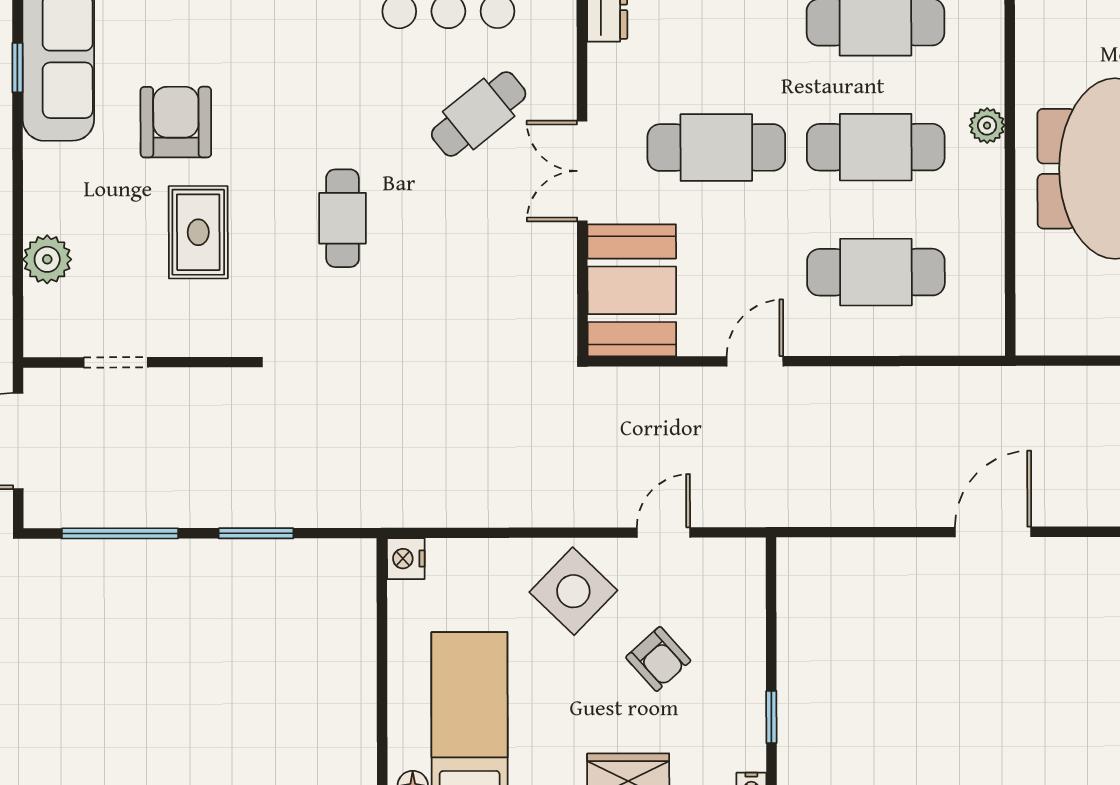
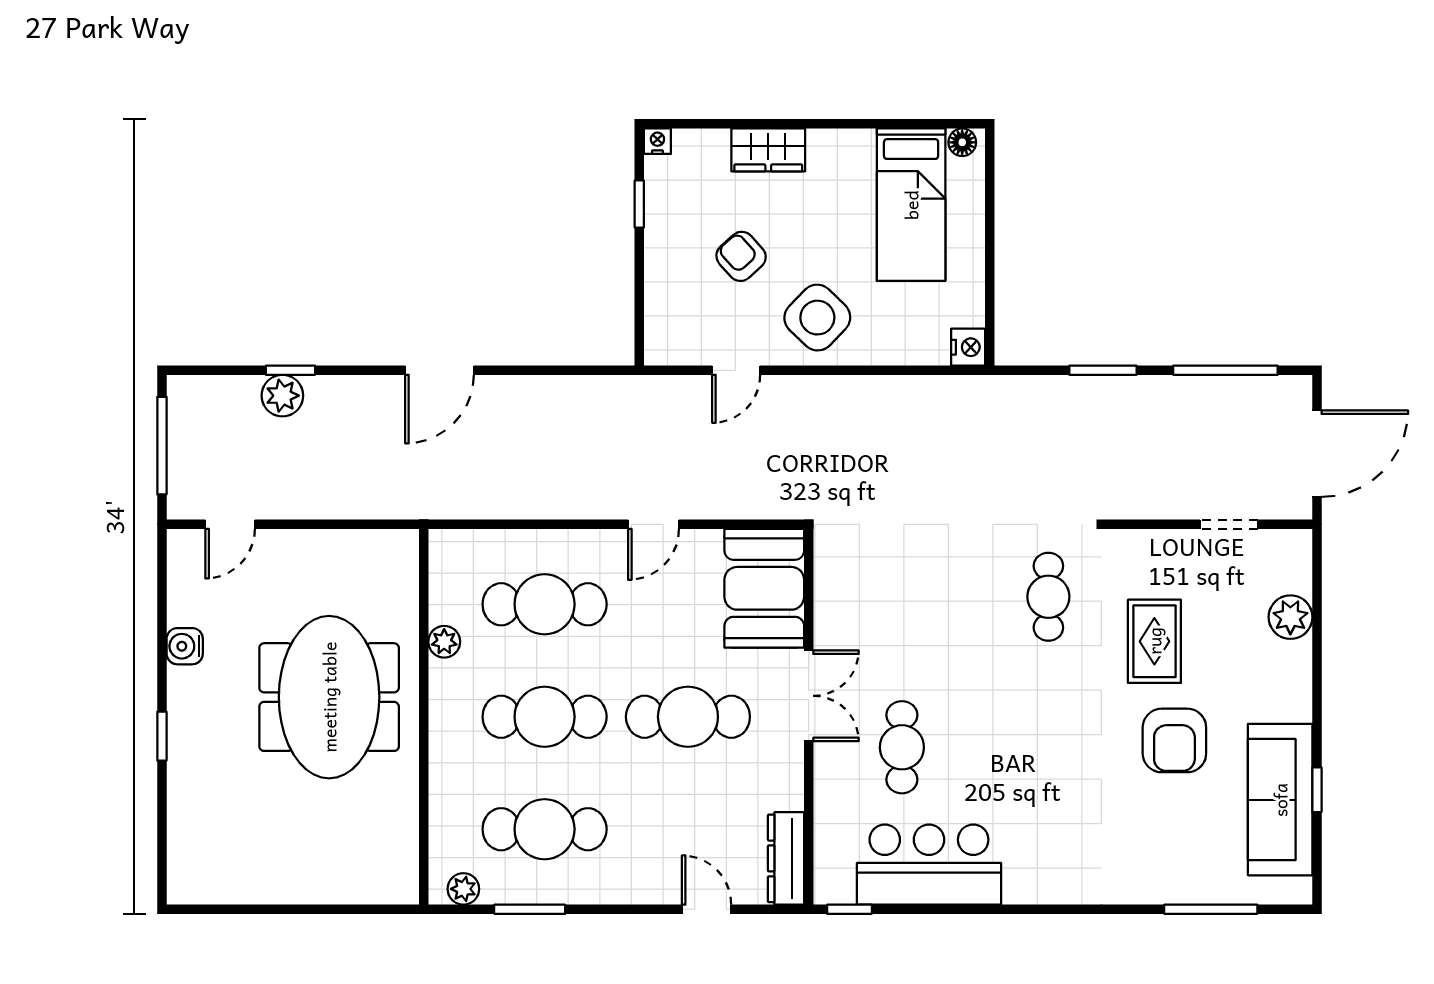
cafe table: (479, 114) -> (902, 747), turned -51
plant: (987, 126) -> (444, 642), moved
cafe table: (343, 218) -> (1048, 597), moved

